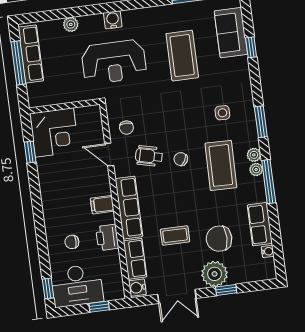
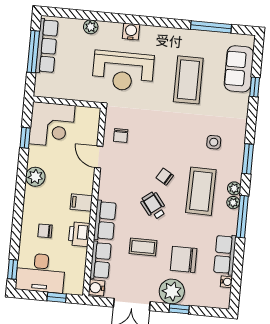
wheelchair: (149, 156) -> (154, 206), moved, turned 38
plant: (50, 189) -> (35, 177), added
row of seats: (129, 208) -> (105, 220), width x0.68

